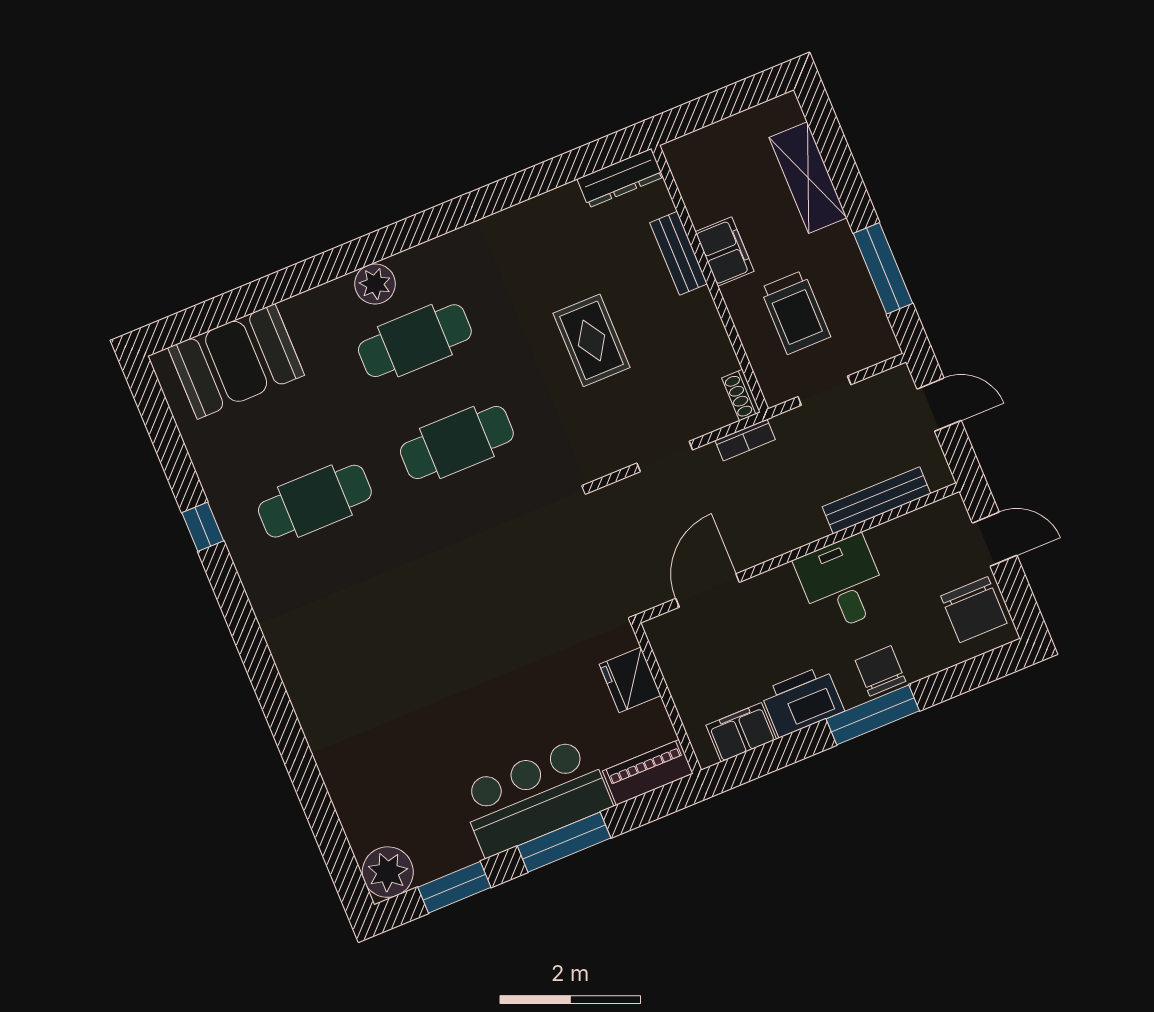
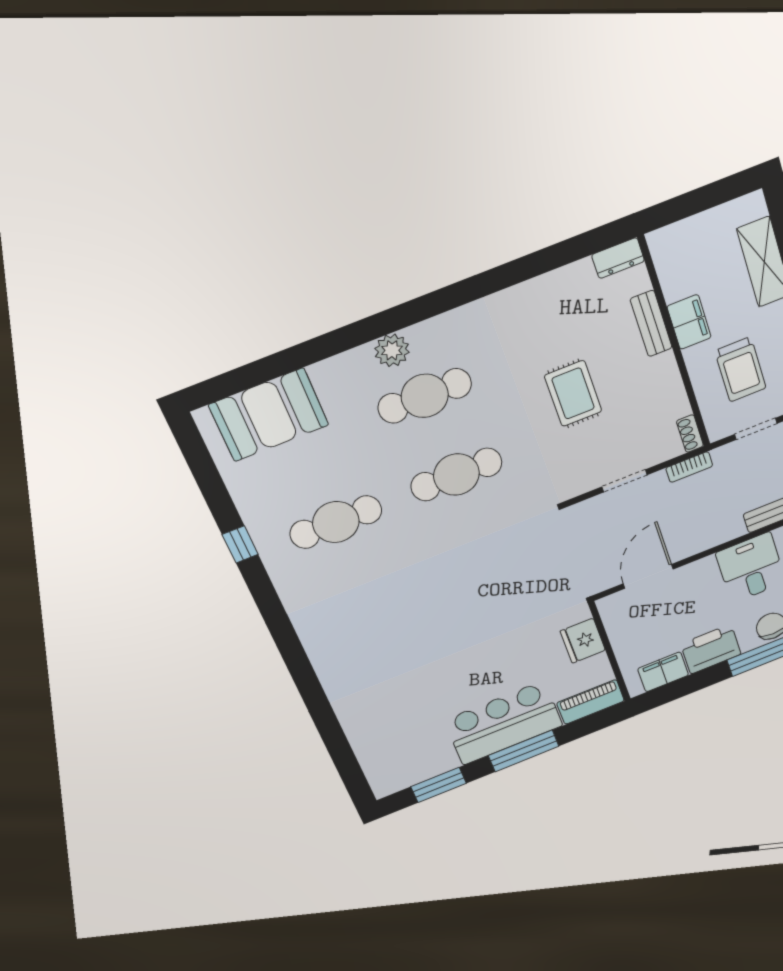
dresser: (620, 178) -> (618, 258), width x0.70
plant: (388, 872) -> (388, 778), removed

